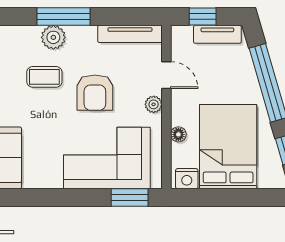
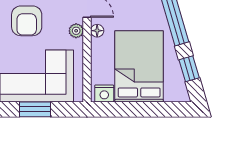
floor lamp: (178, 134) -> (97, 31), moved
window: (130, 197) -> (35, 109), moved

